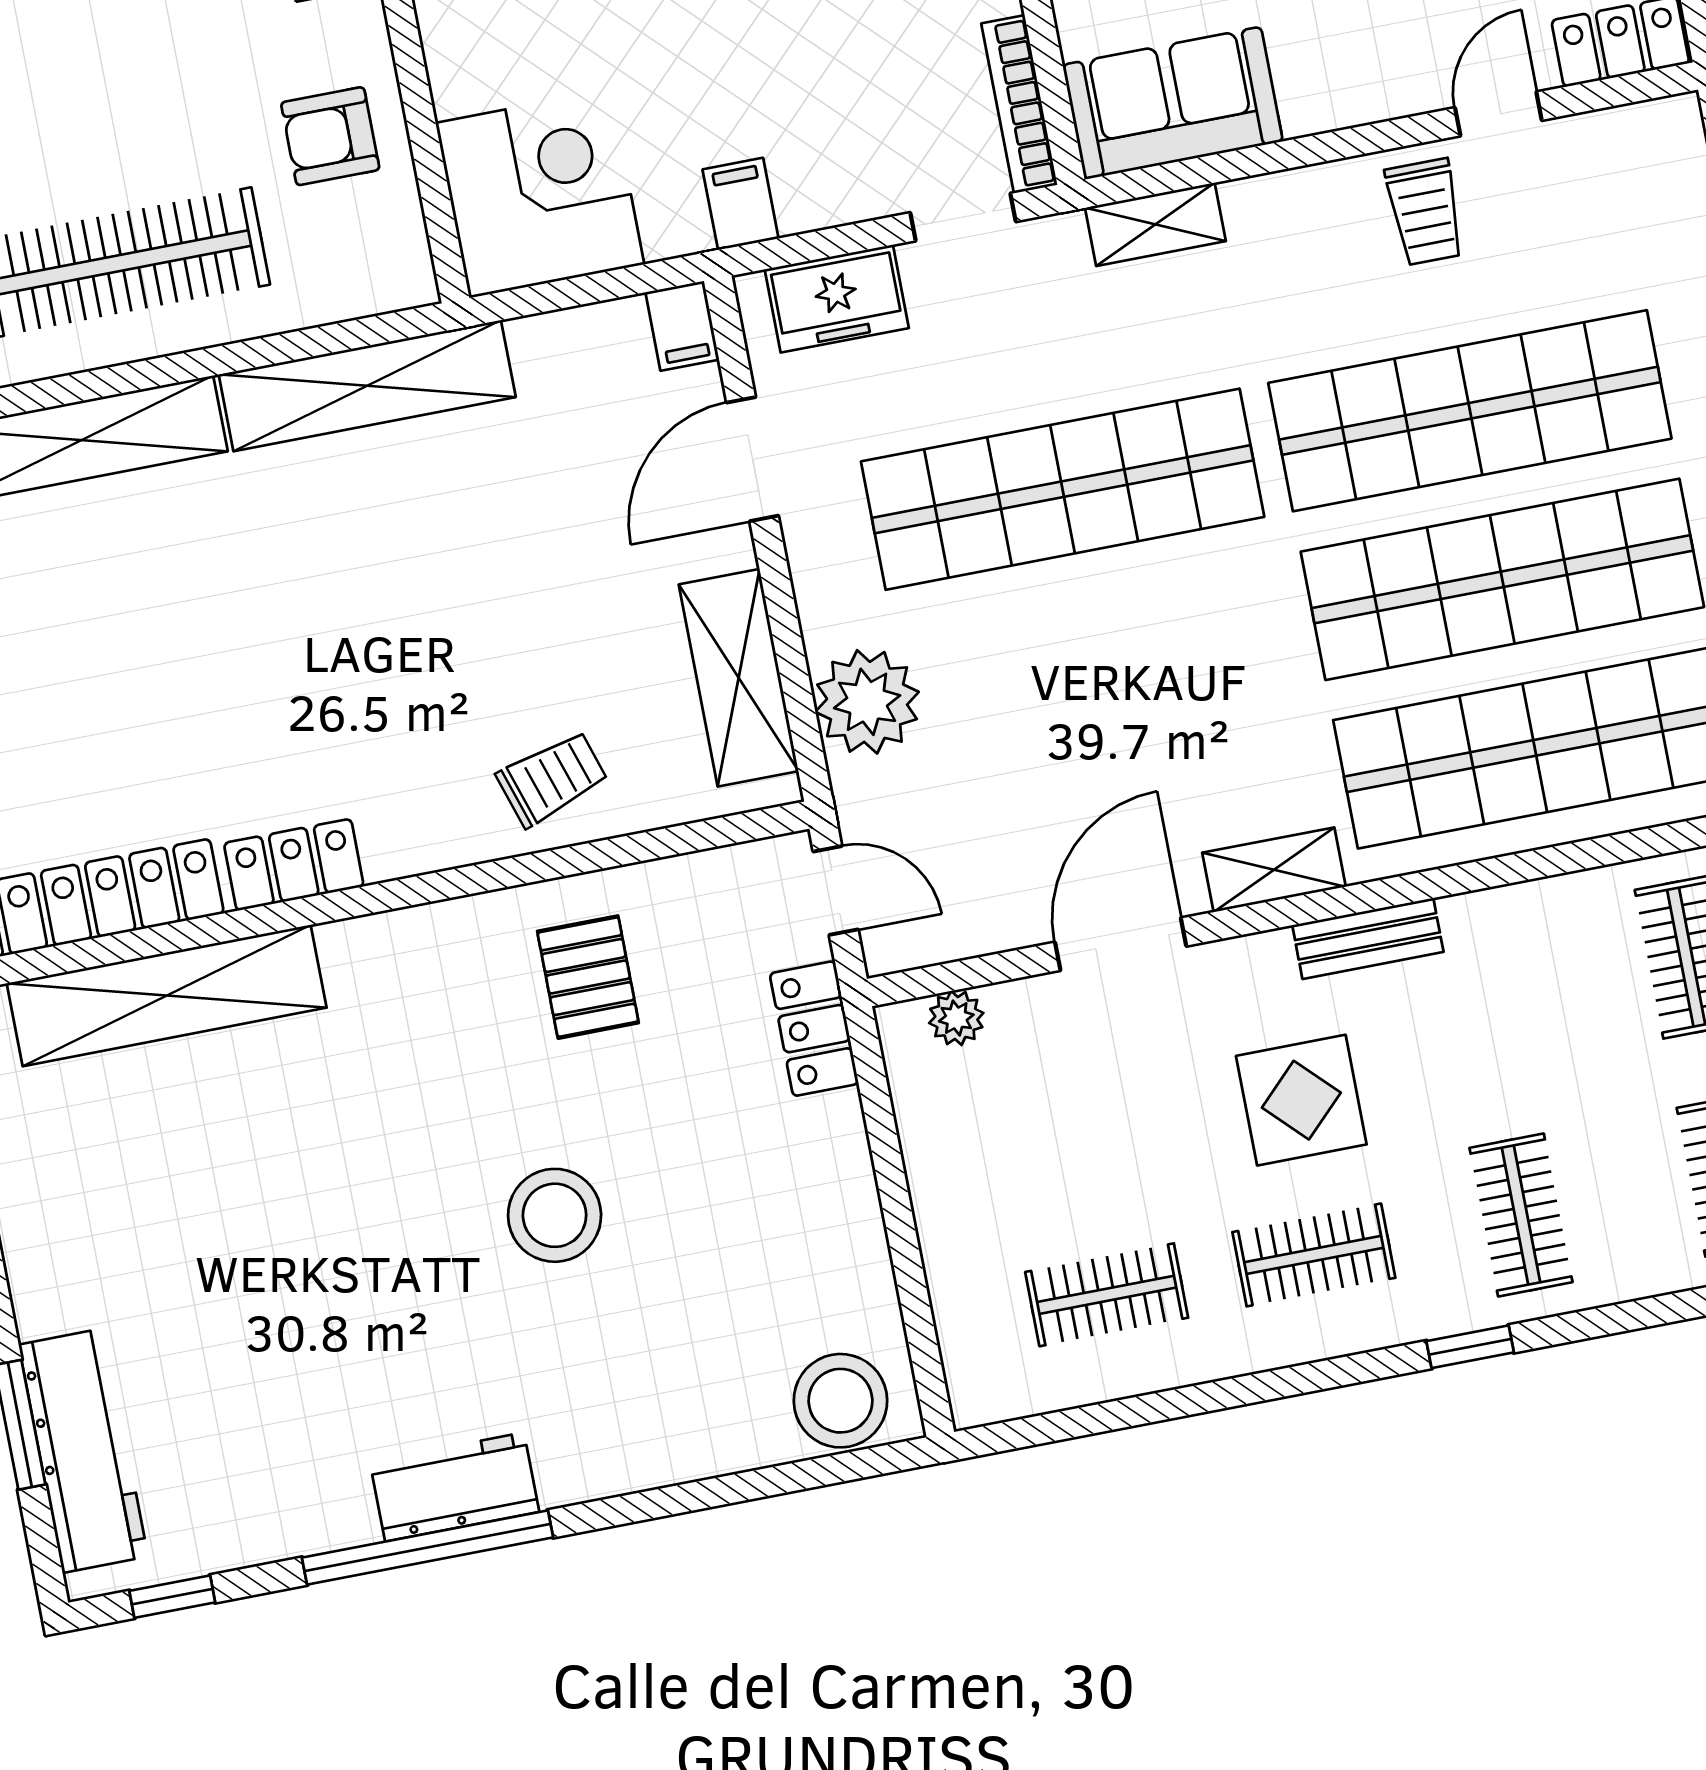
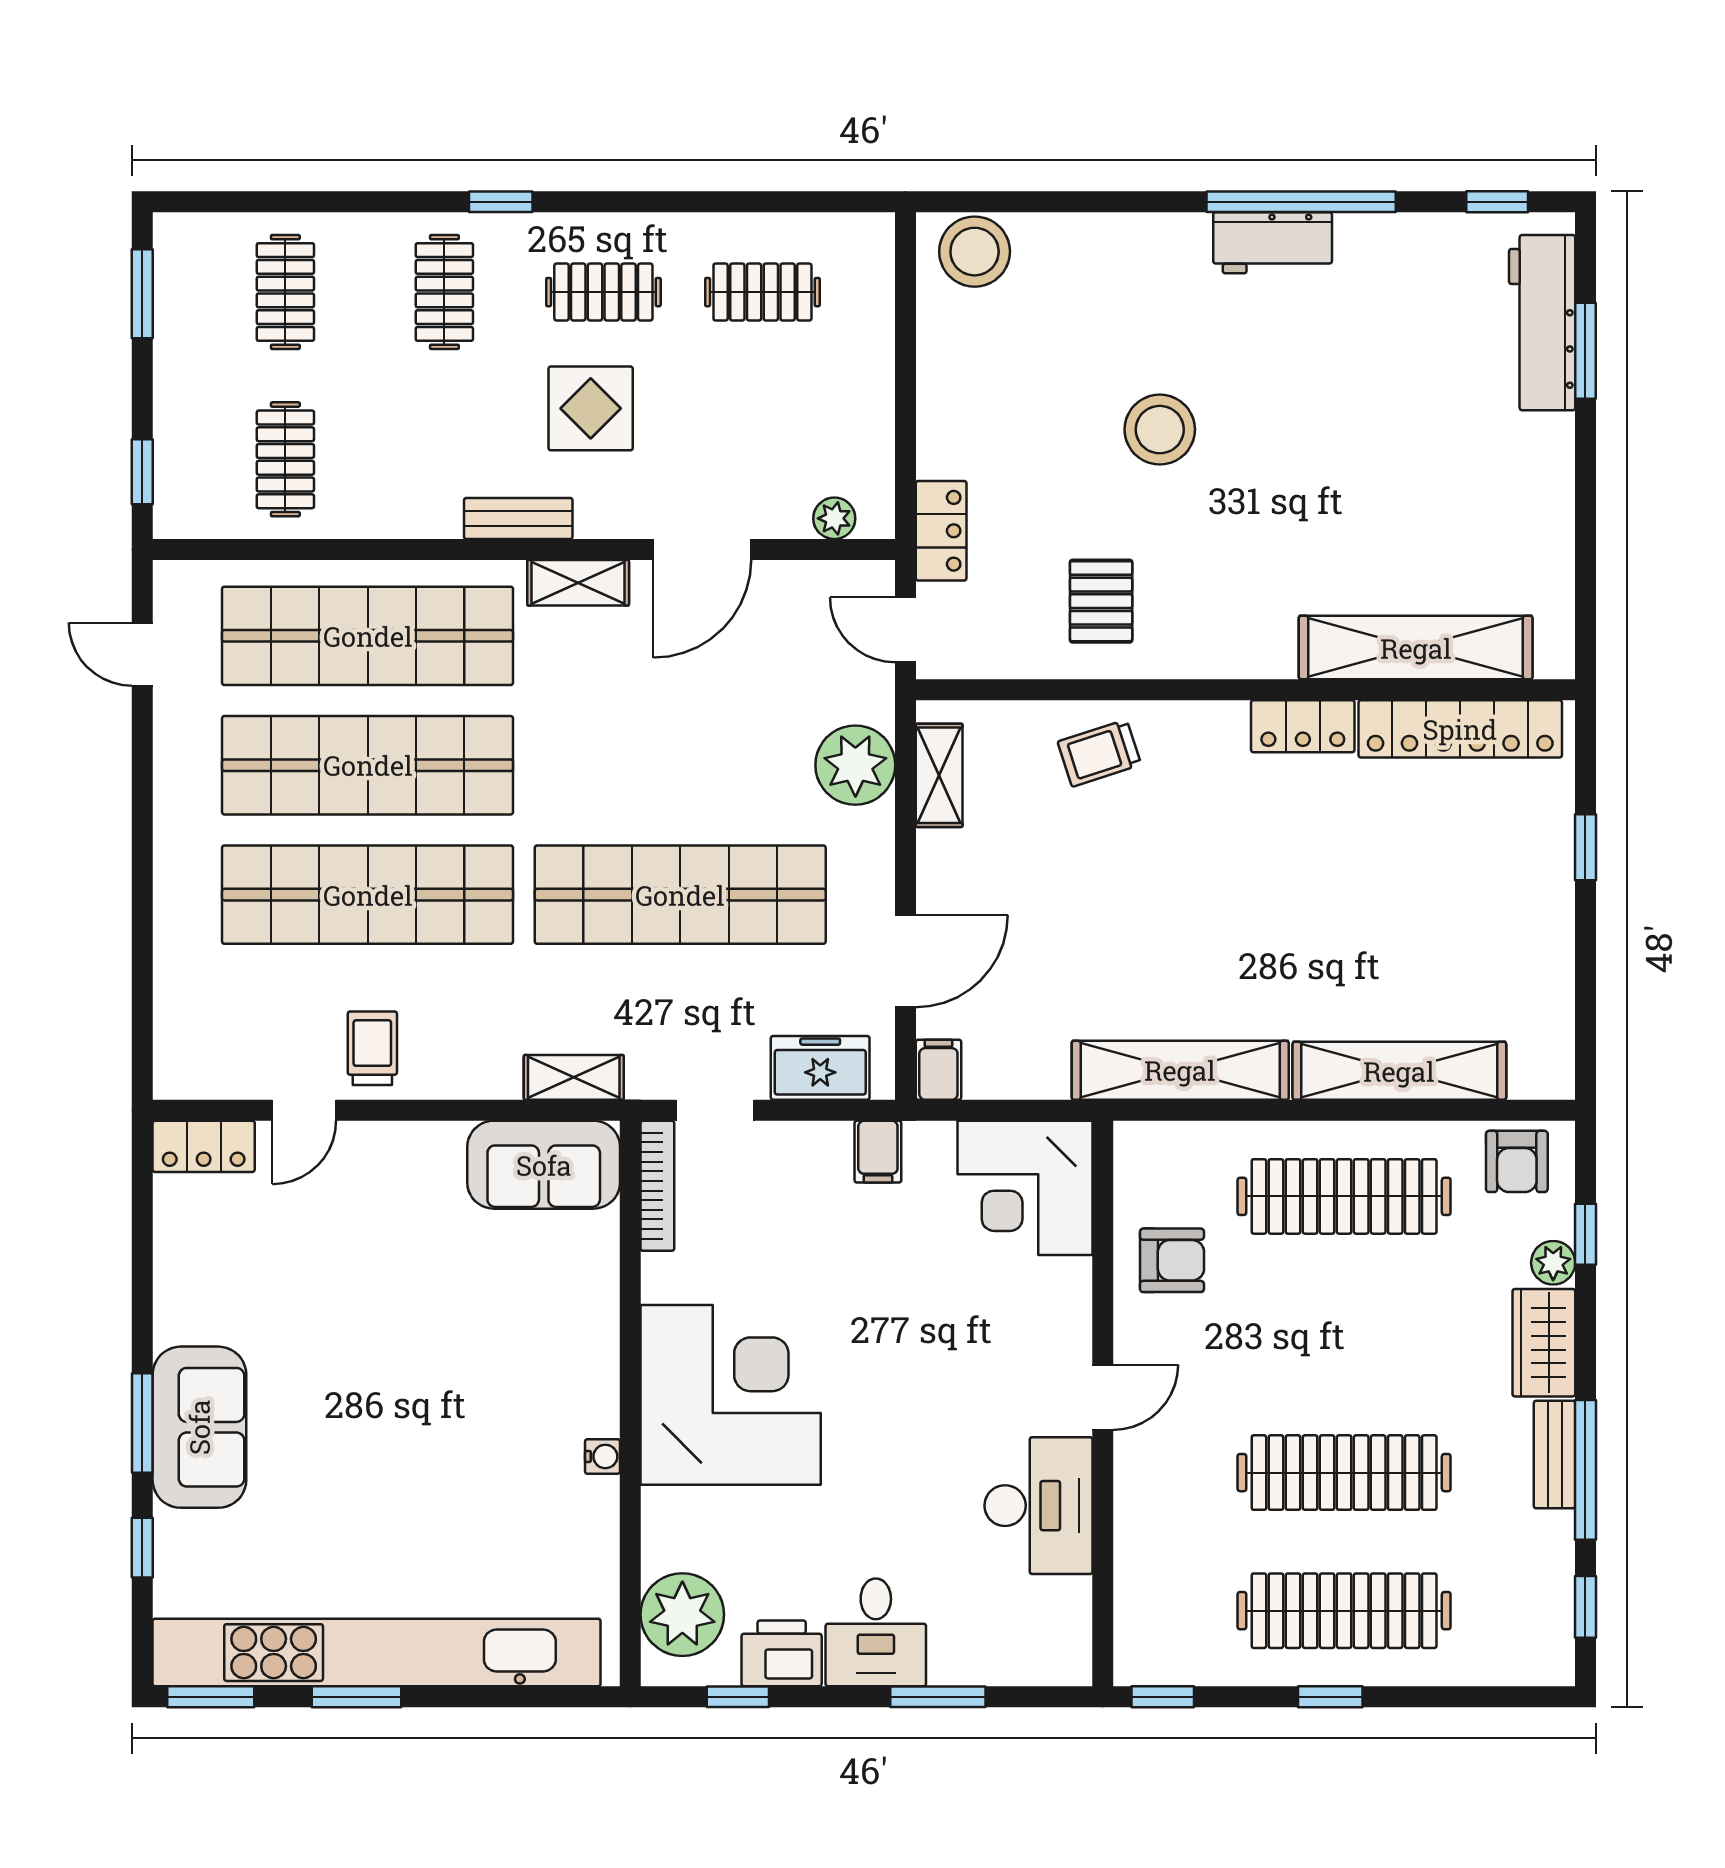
shelving: (739, 678) -> (939, 775), width x0.67, depth x0.75

